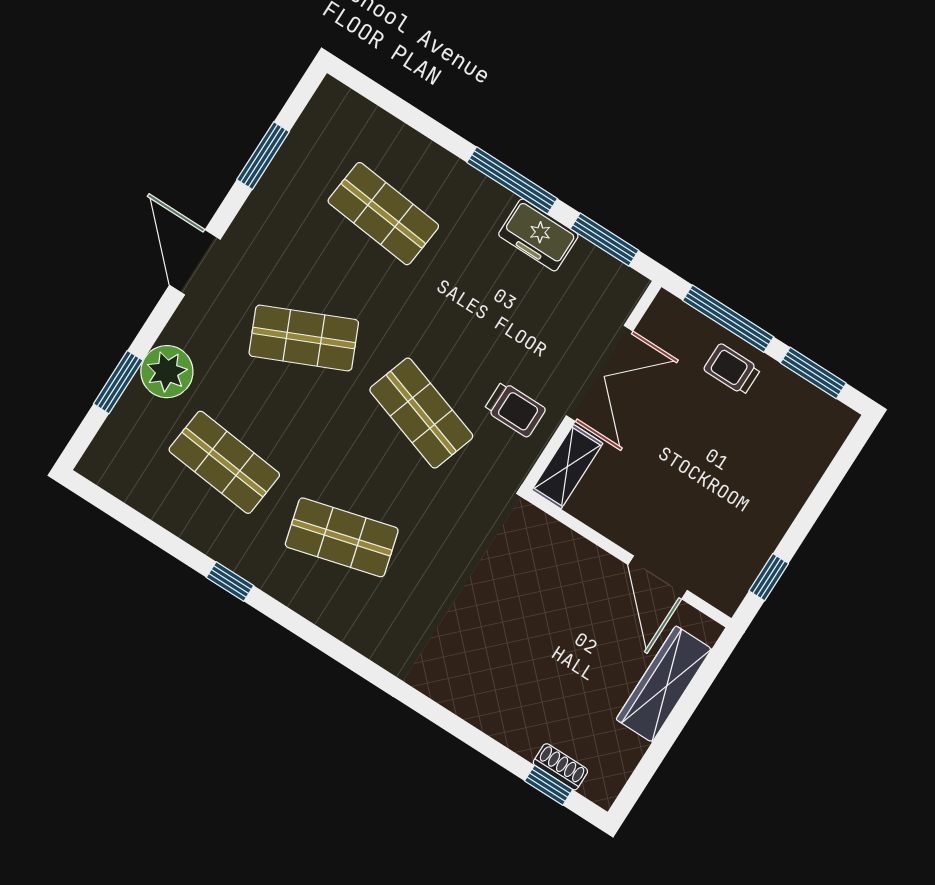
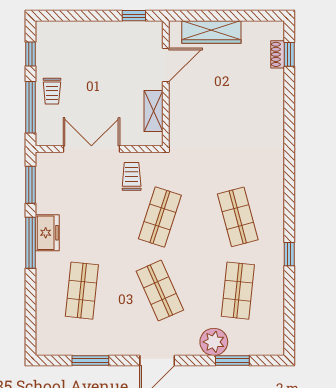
freezer: (538, 235) -> (47, 233), moved
window: (813, 373) -> (31, 54), width x0.67
shelving: (567, 467) -> (154, 111), moved, turned 90

